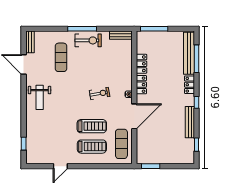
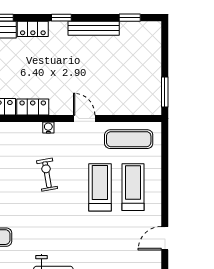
door: (134, 116) -> (84, 119), width x0.53
door: (60, 166) -> (165, 238), swing flipped

